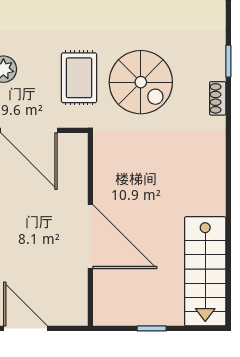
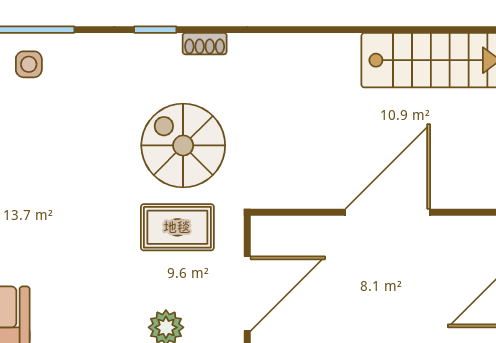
spiral stairs: (141, 82) -> (183, 145), turned -90

